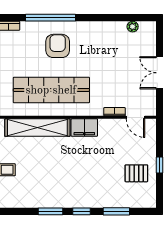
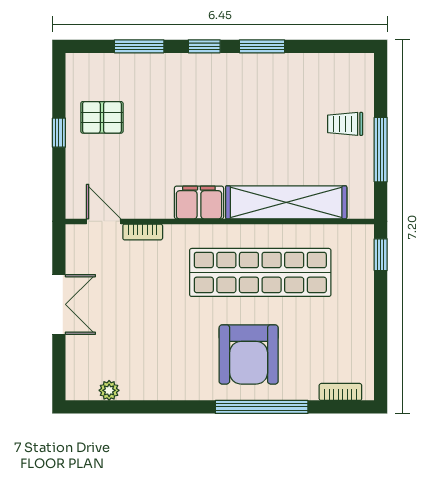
armchair: (58, 46) -> (249, 354), width x1.36, depth x1.36

